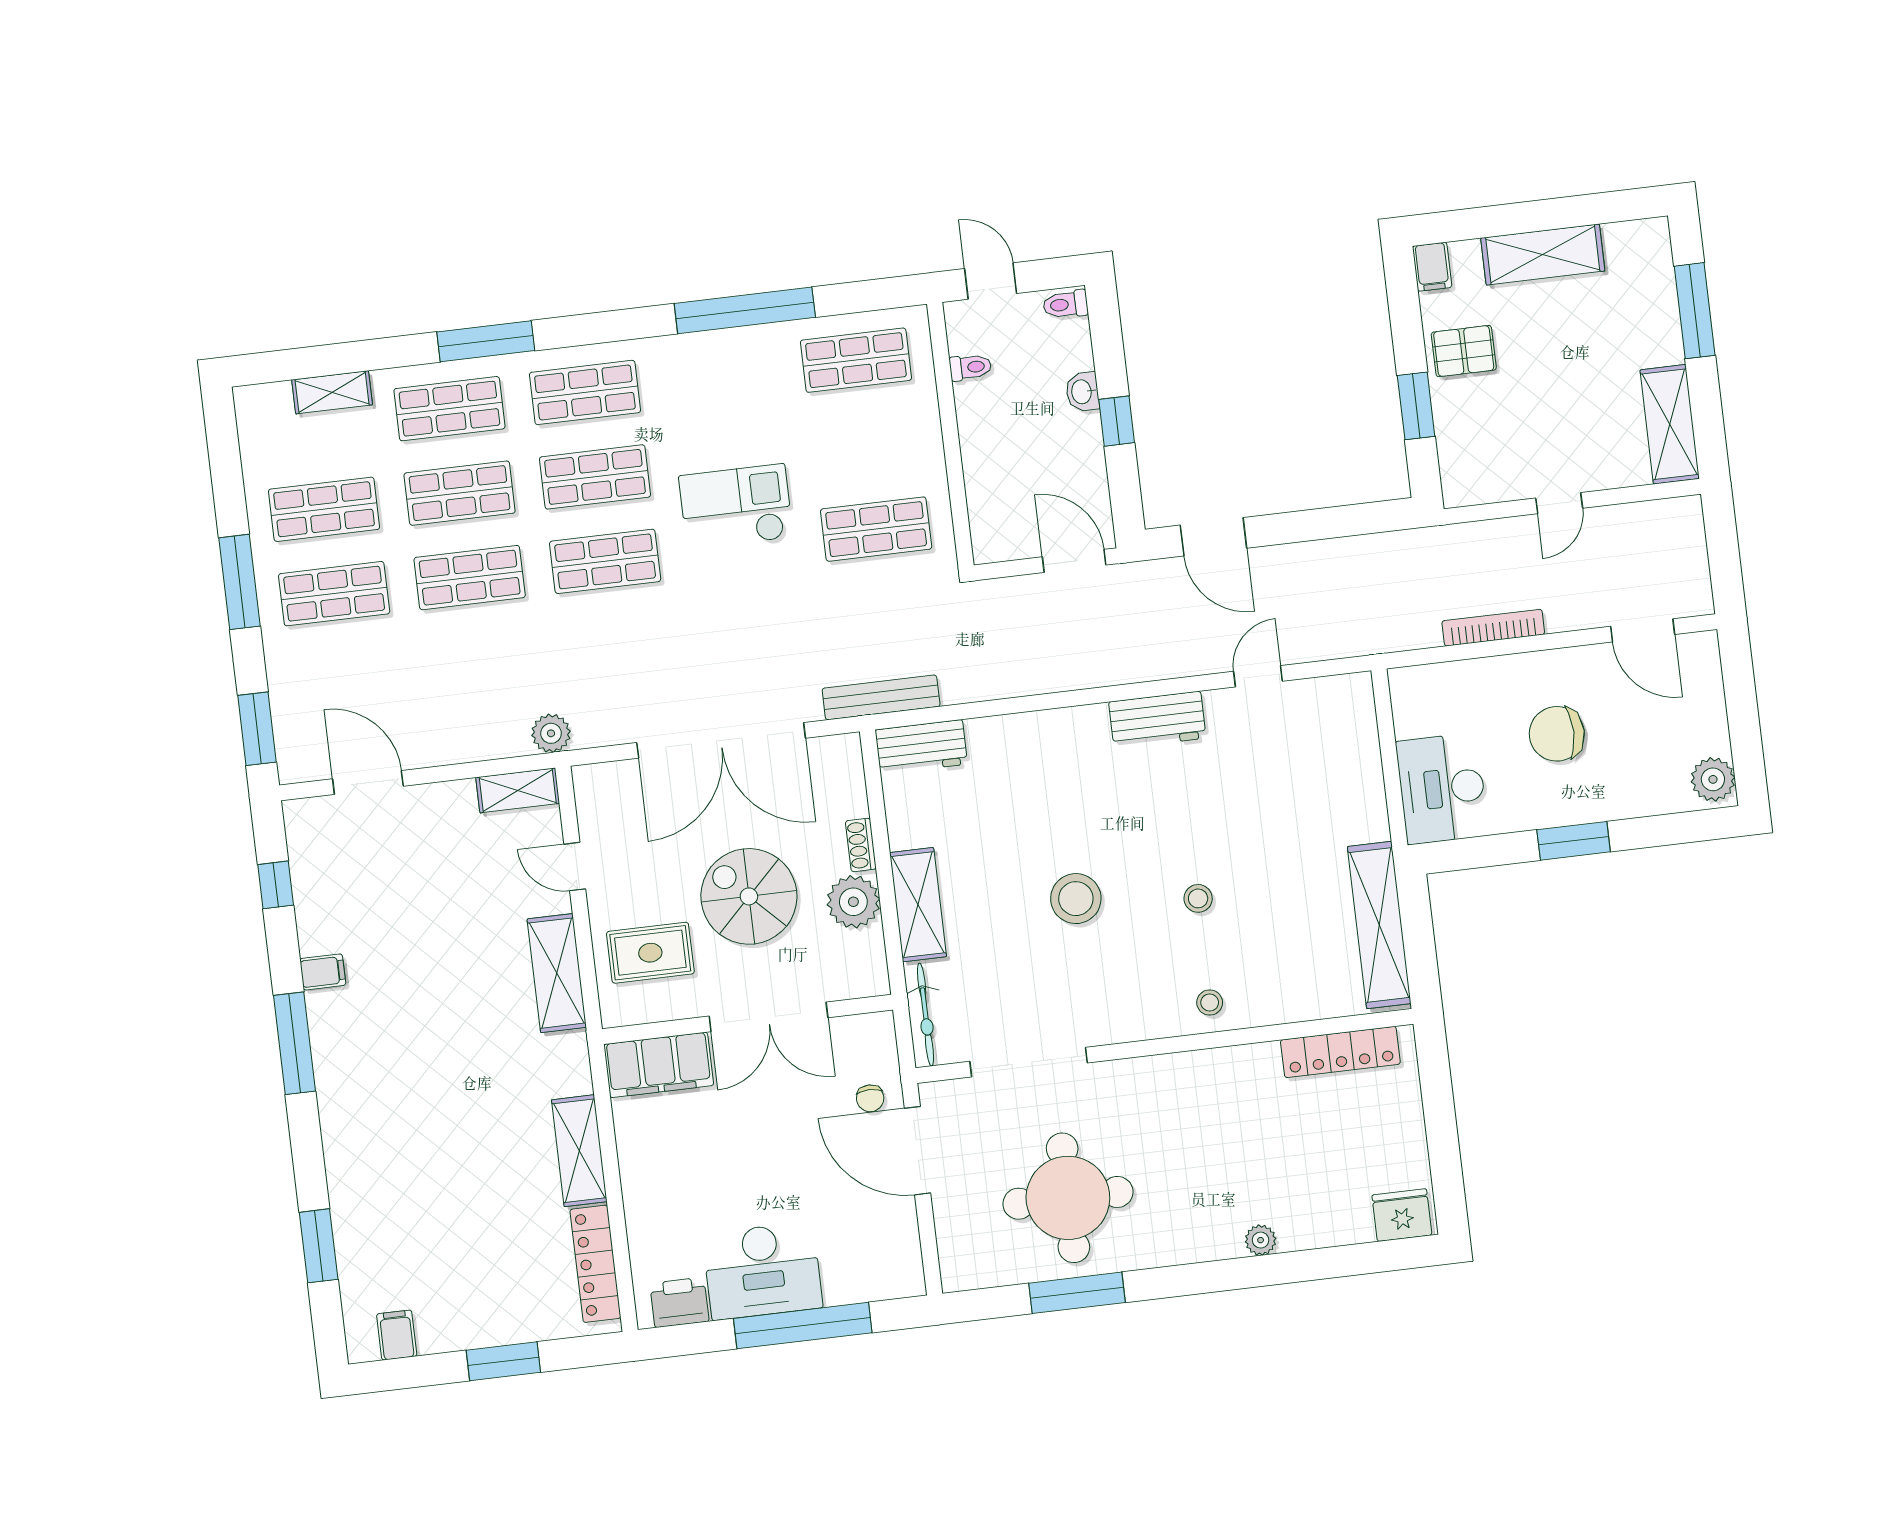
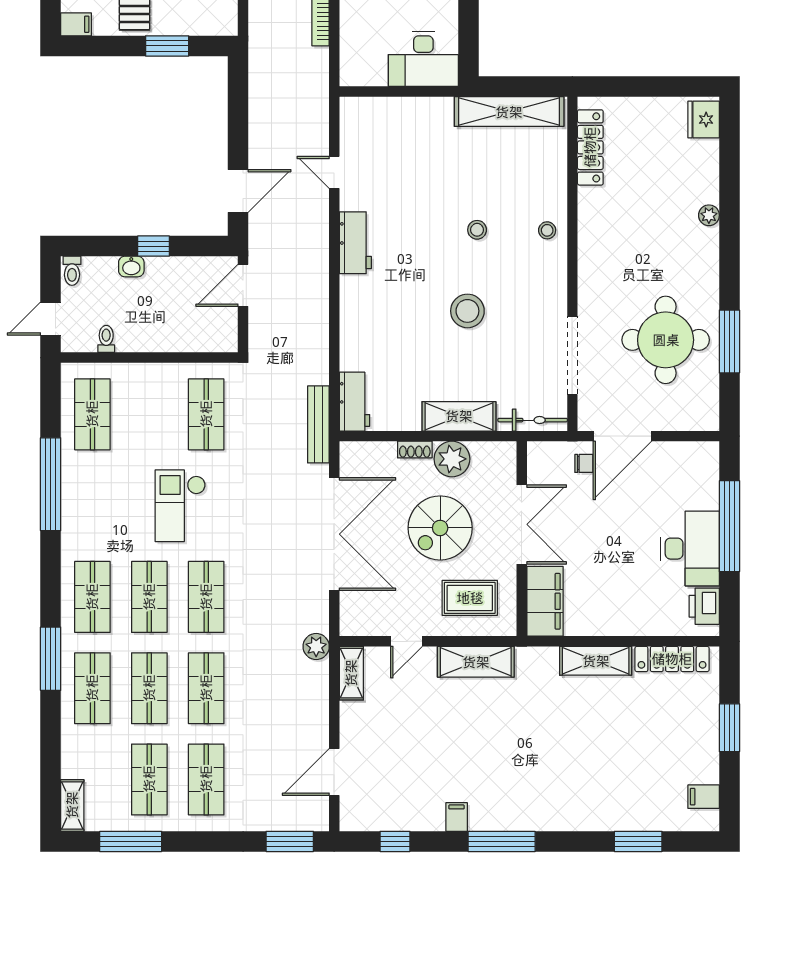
shelving: (332, 392) -> (72, 805), moved
window: (240, 582) -> (131, 841), moved
rug: (650, 953) -> (470, 598), turned 90

